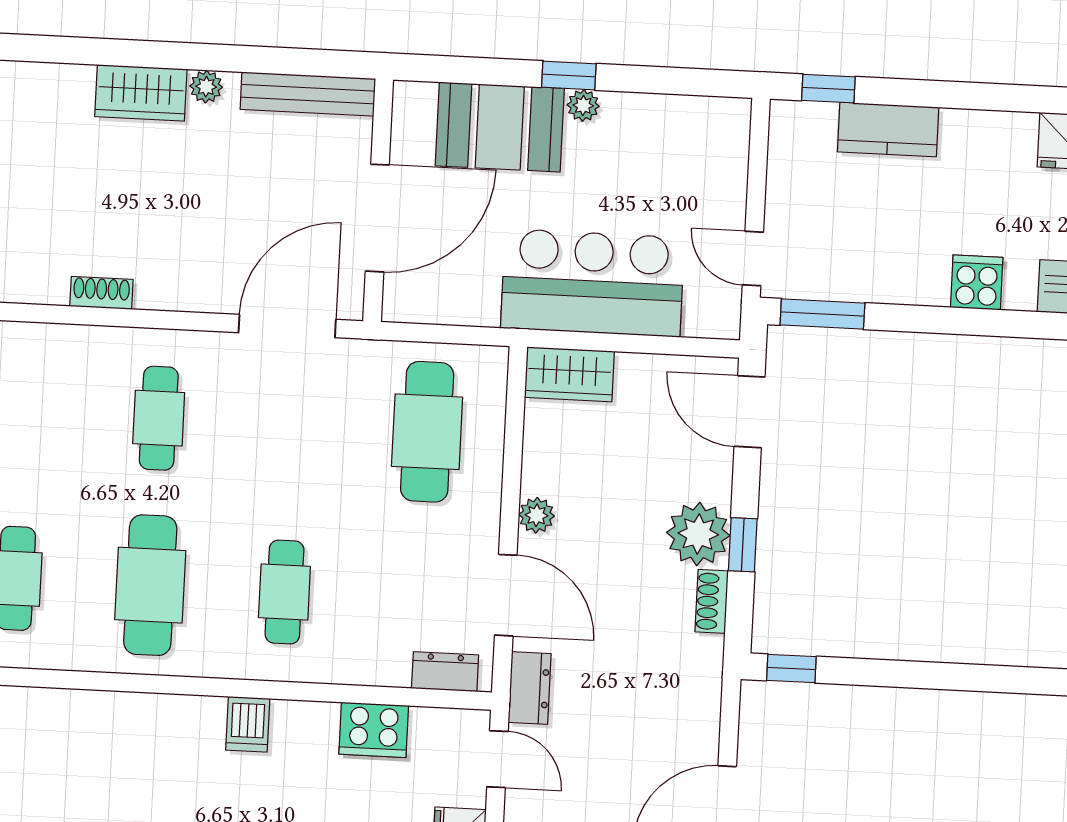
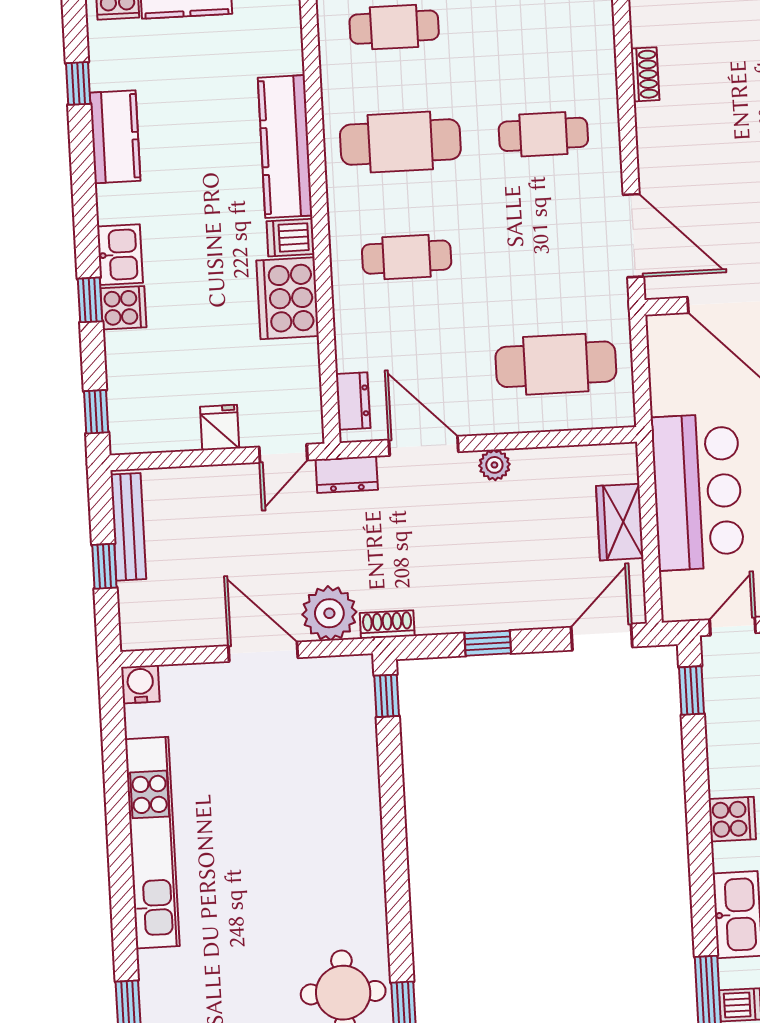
window: (822, 314) -> (691, 691), width x0.67
wardrobe: (570, 374) -> (620, 522), moved
plant: (698, 534) -> (329, 613), moved
door: (506, 595) -> (424, 446), swing flipped
shoe rack: (712, 601) -> (387, 625), moved
kitchen counter: (141, 719) -> (285, 147), added
cooker: (374, 730) -> (288, 298), moved, width x1.37, depth x1.31

